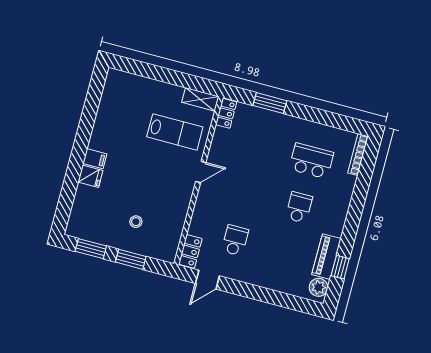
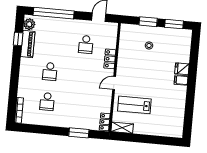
school desk: (311, 161) -> (47, 102), width x0.54
locker: (190, 251) -> (110, 59), moved
window: (277, 298) -> (54, 13), added

